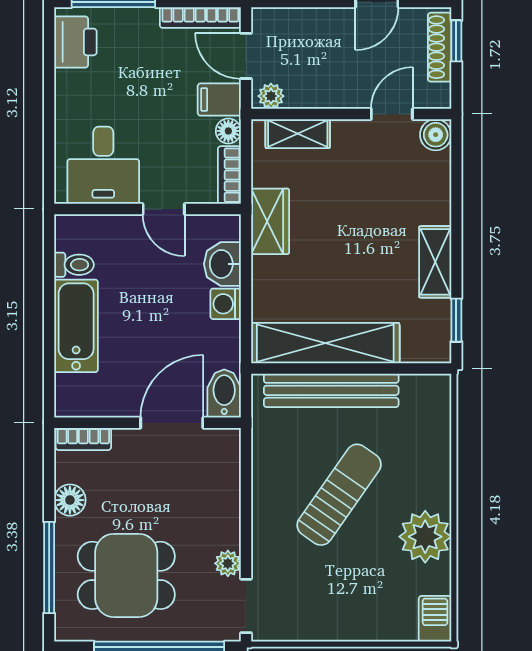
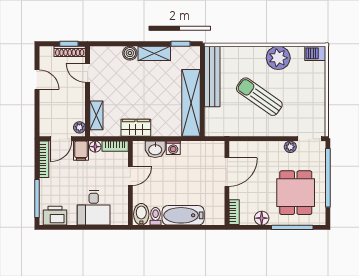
window: (456, 41) -> (69, 44), moved
shoe rack: (440, 47) -> (70, 51), moved
boiler: (436, 135) -> (130, 53), moved
desk: (103, 165) -> (94, 208), moved, turned 90
bench: (331, 390) -> (212, 76), moved
bidet: (224, 394) -> (141, 214), moved, turned 90
door: (172, 423) -> (227, 172), swing flipped

